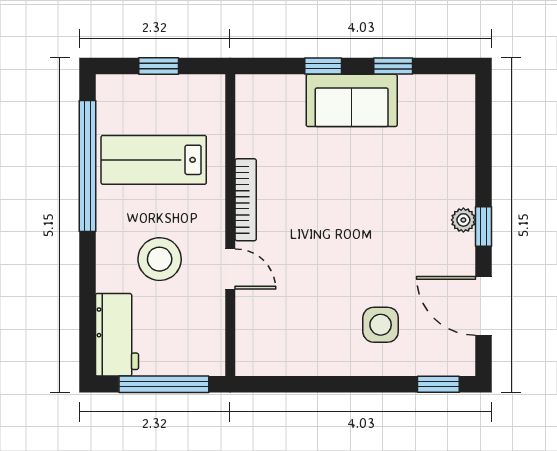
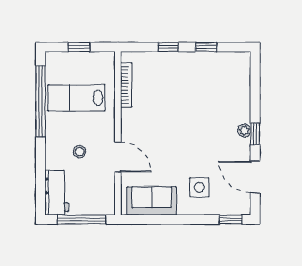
sofa: (352, 100) -> (152, 201), moved, turned 180
bookcase: (246, 200) -> (126, 85), moved
stool: (160, 259) -> (80, 152), width x0.53, depth x0.53
door: (230, 269) -> (118, 157), width x1.38

